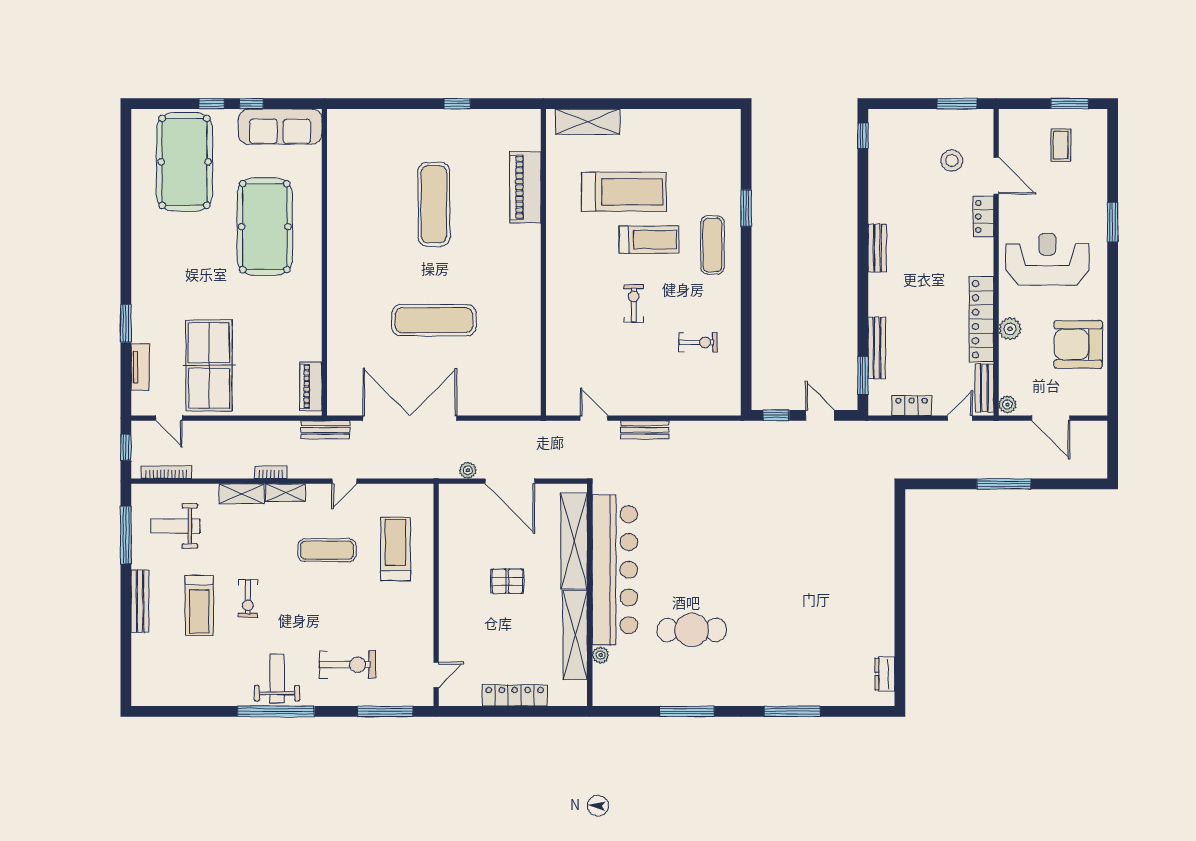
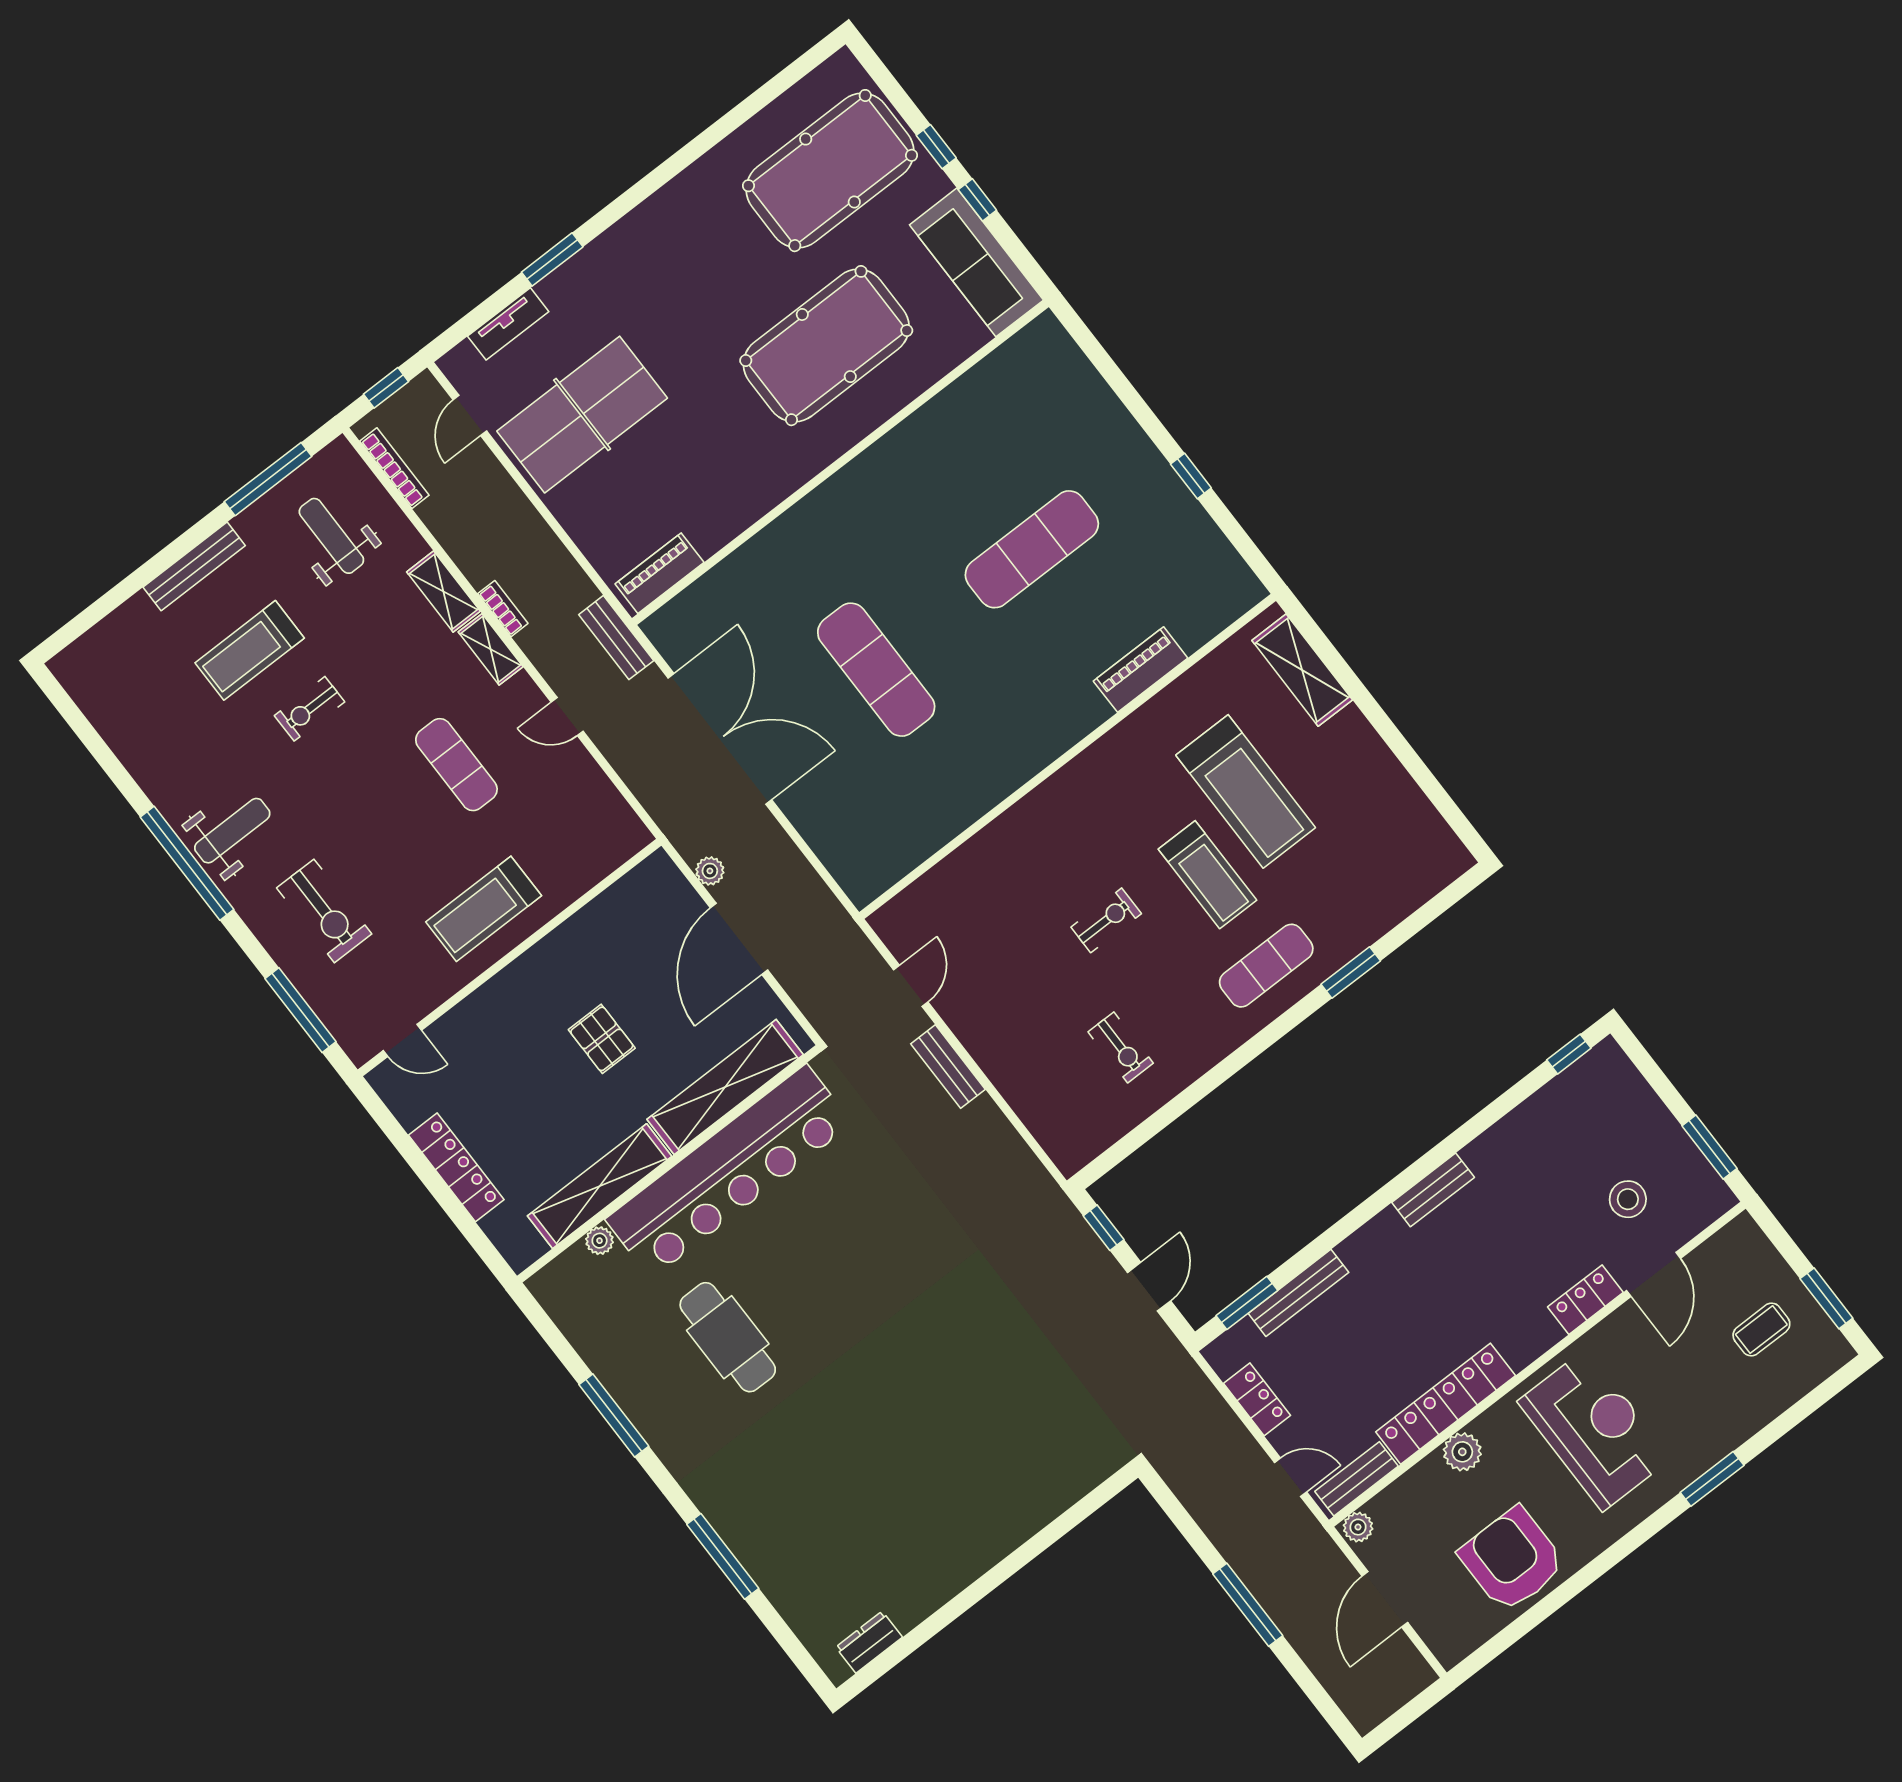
piano: (525, 187) -> (1141, 670), width x0.73, depth x0.75
treadmill: (395, 549) -> (484, 909), moved, turned 180

